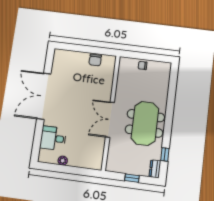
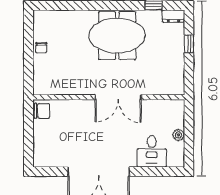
wall: (111, 112) -> (109, 97), moved
double door: (110, 120) -> (118, 97), moved

